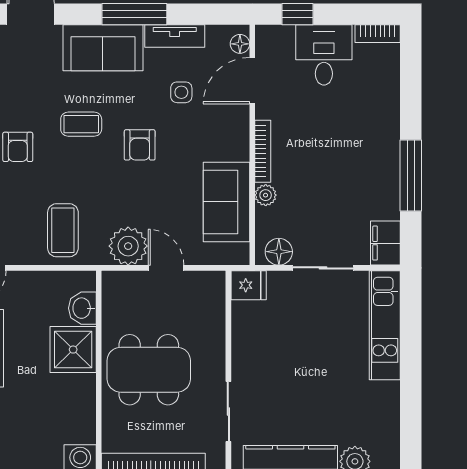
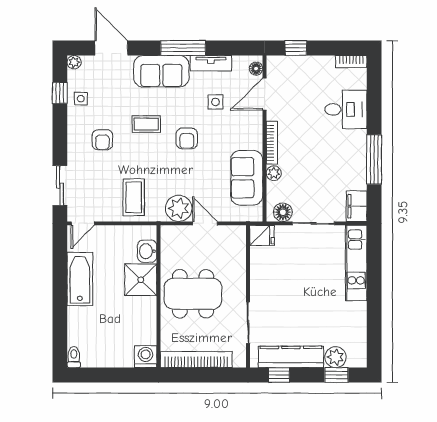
desk: (324, 55) -> (346, 109), moved, turned 90

